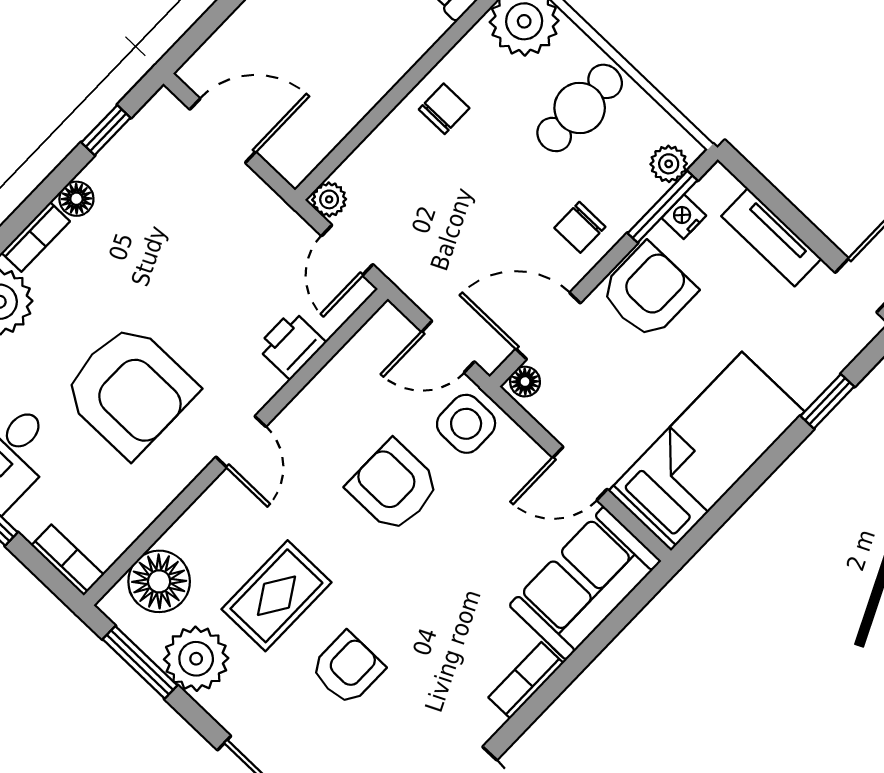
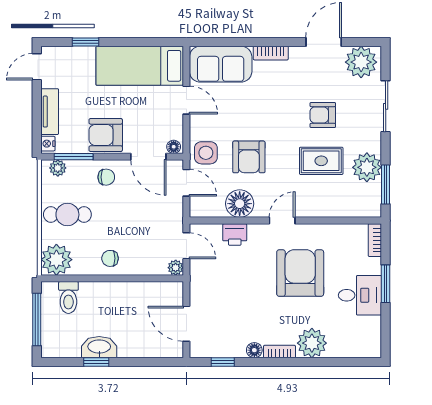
nightstand: (684, 217) -> (48, 144), moved, turned 90
door: (347, 250) -> (186, 246), hinge flipped
floor lamp: (159, 581) -> (240, 204), moved

